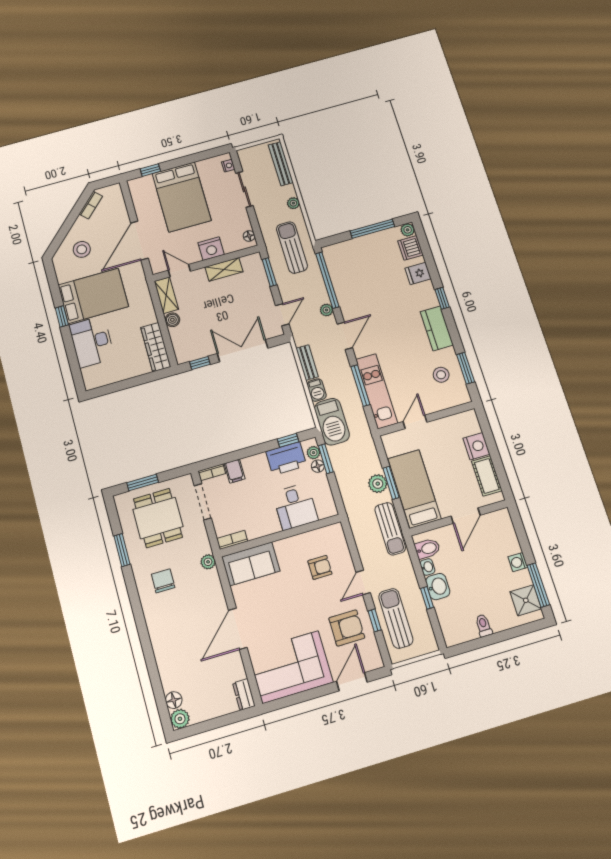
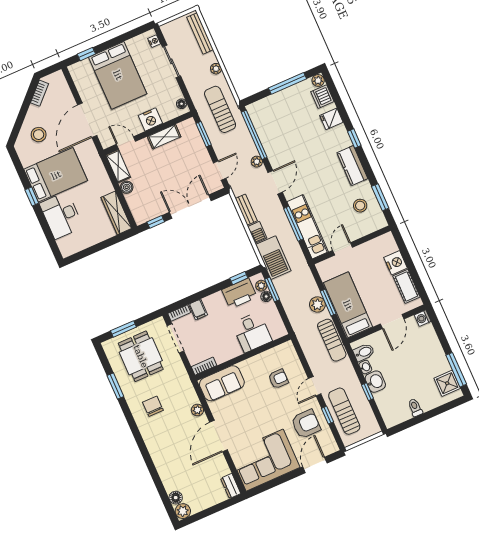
plant: (208, 562) -> (197, 410), moved
washing machine: (518, 562) -> (423, 318), moved

